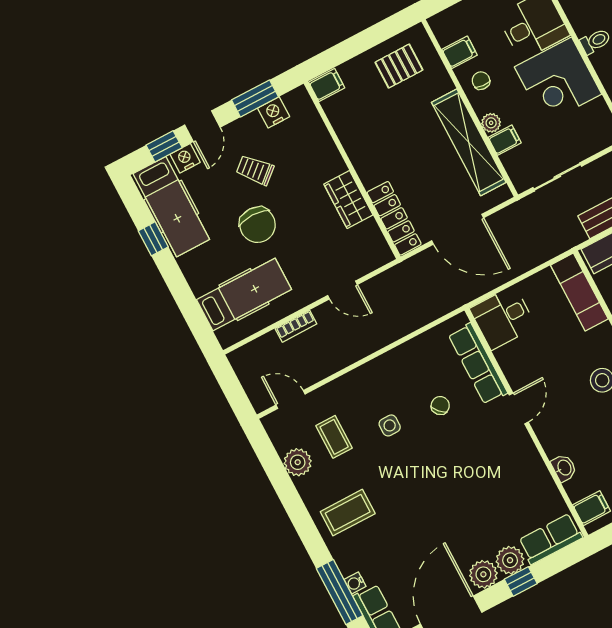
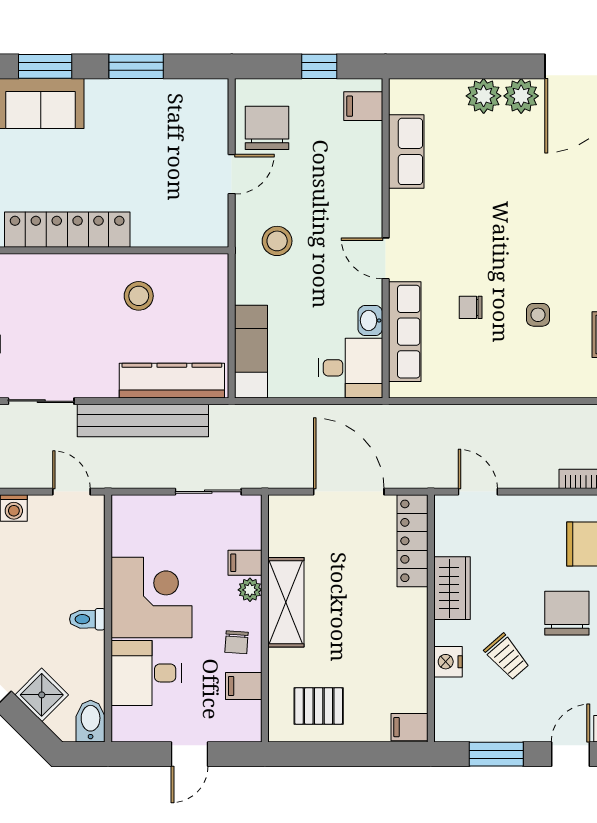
nightstand: (274, 112) -> (448, 662), moved, turned 90
shelving: (469, 142) -> (286, 602), width x0.68
trolley: (255, 170) -> (507, 657), moved
door: (343, 290) -> (478, 492), moved
chair: (440, 406) -> (471, 307), turned 43
door: (519, 408) -> (386, 258), hinge flipped
washbasin: (564, 468) -> (370, 320), moved
row of seats: (550, 539) -> (406, 151), moved, turned -90
window: (521, 581) -> (484, 66), removed

